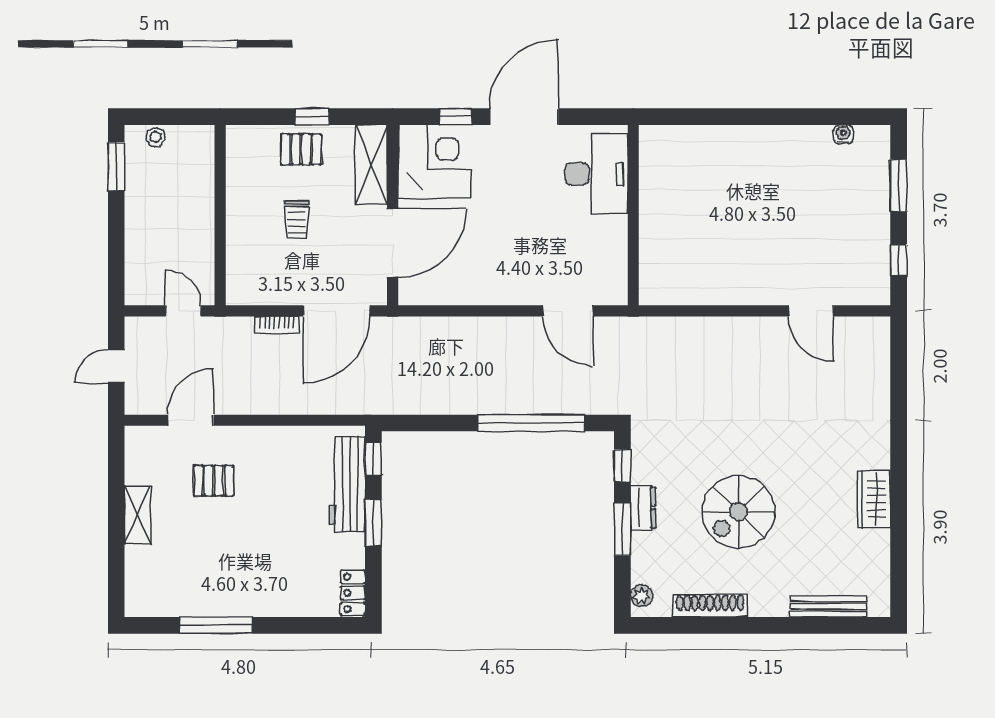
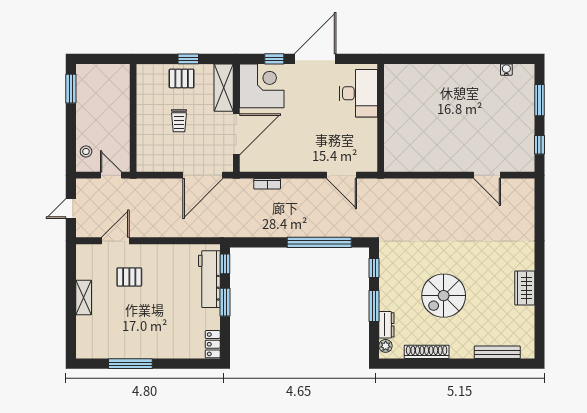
stool: (156, 137) -> (86, 151), moved
bookcase: (277, 325) -> (267, 184), moved
dresser: (643, 508) -> (386, 325), moved

